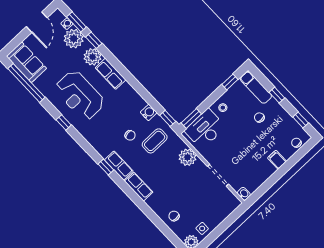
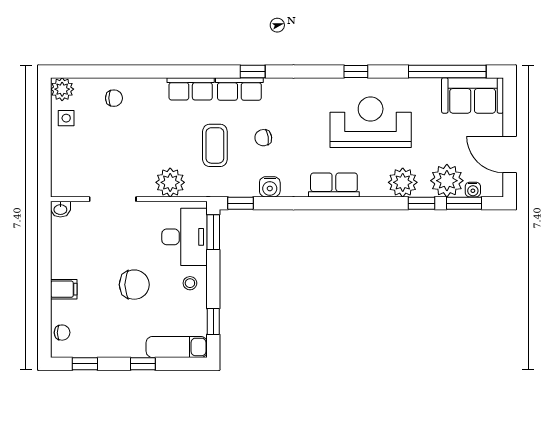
row of seats: (111, 74) -> (334, 185), moved
chair: (259, 117) -> (134, 285), moved, width x1.87, depth x1.87
coffee table: (155, 141) -> (215, 145), moved

